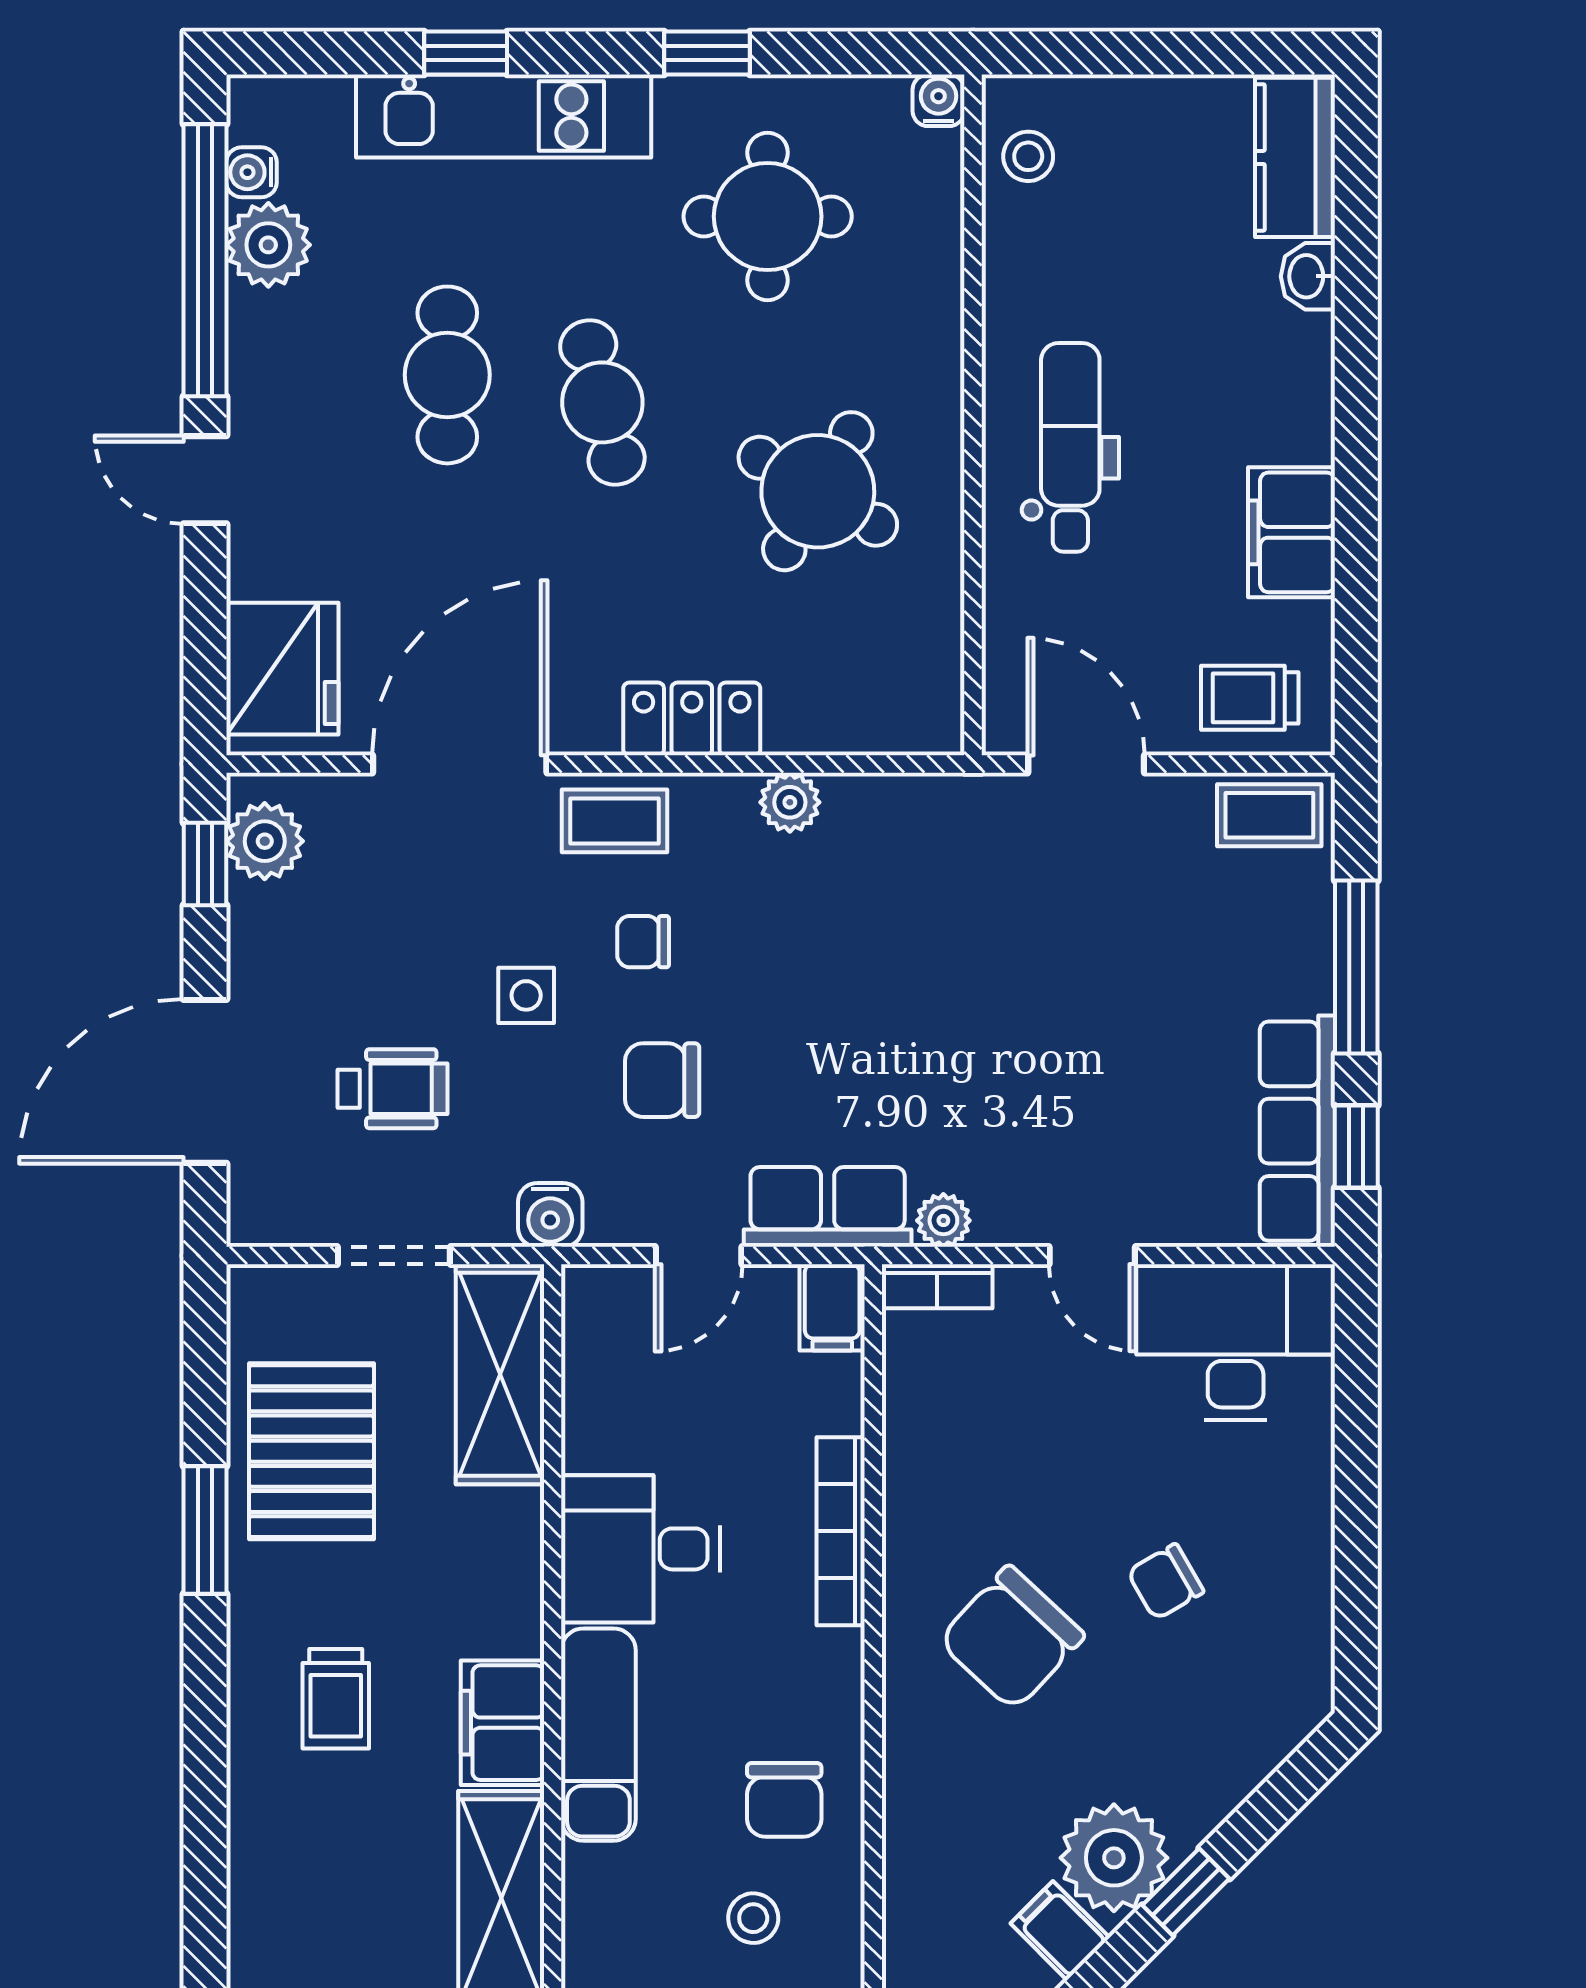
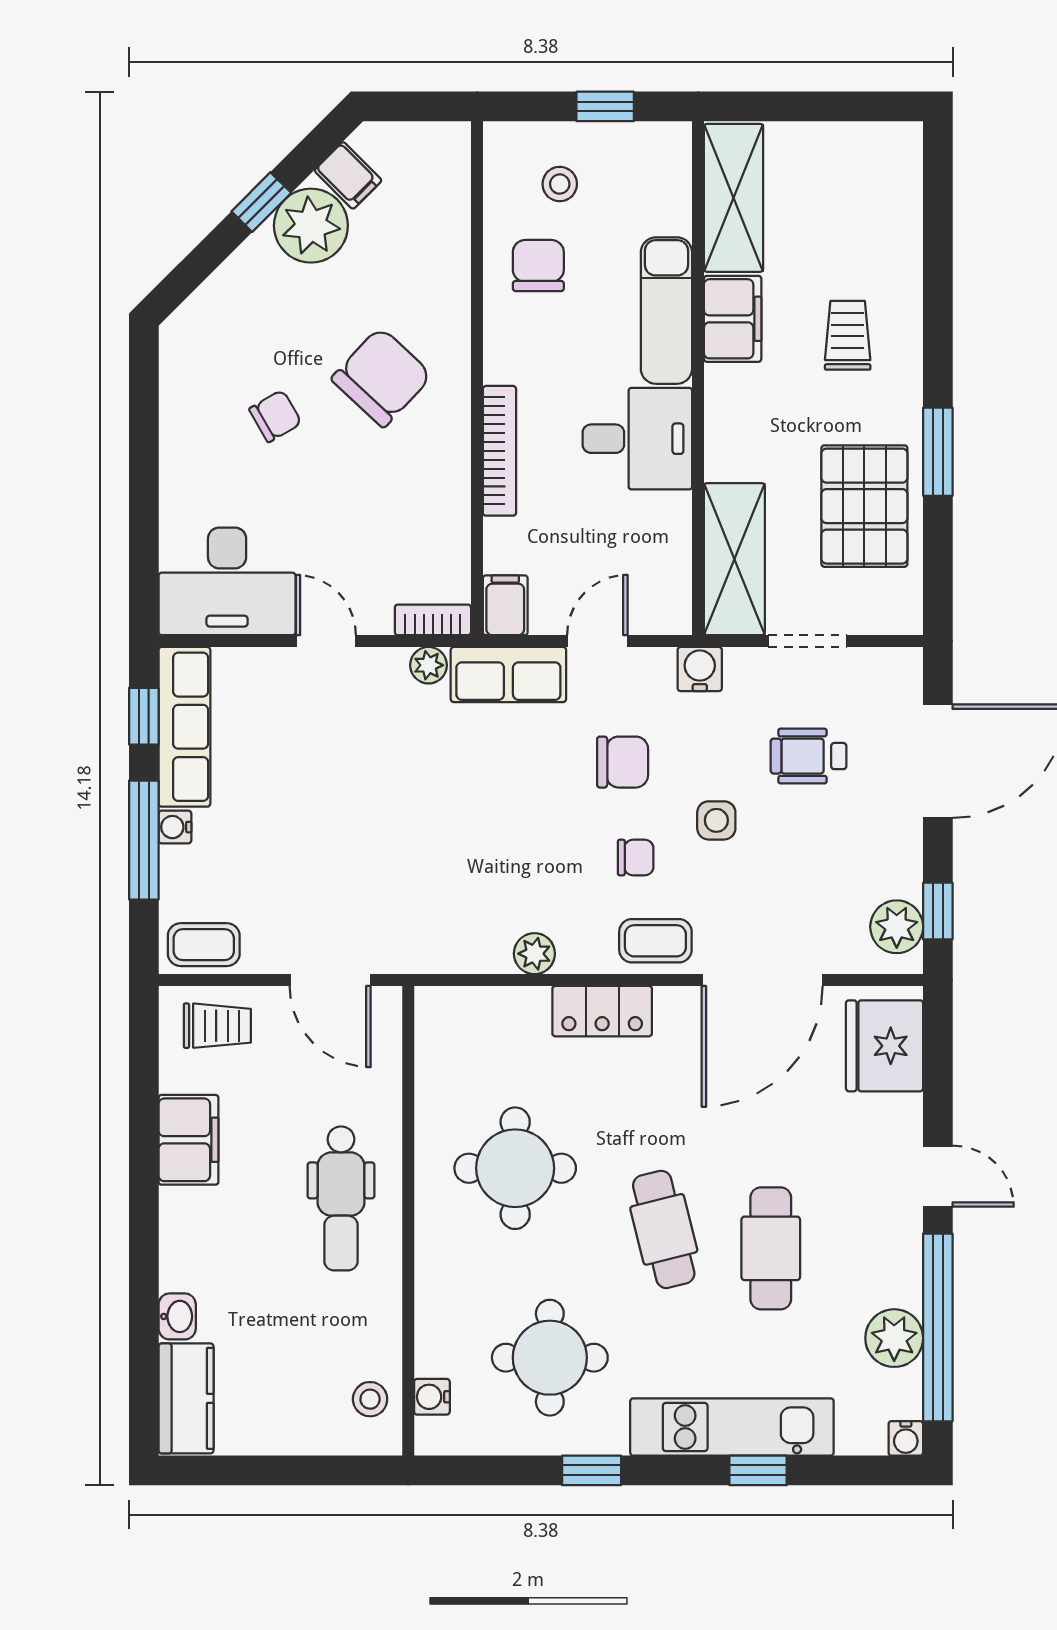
water cooler: (939, 100) -> (432, 1397), moved, turned 90
water cooler: (251, 172) -> (906, 1438), moved, turned 90
round table: (818, 491) -> (515, 1168), turned -30
water cooler: (1311, 986) -> (175, 827), added

